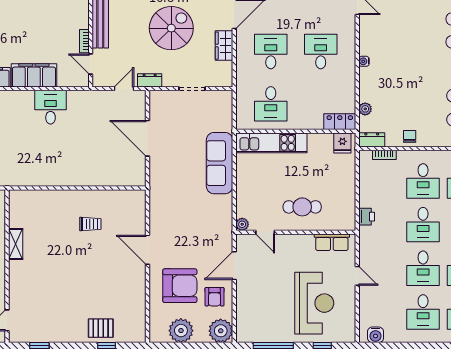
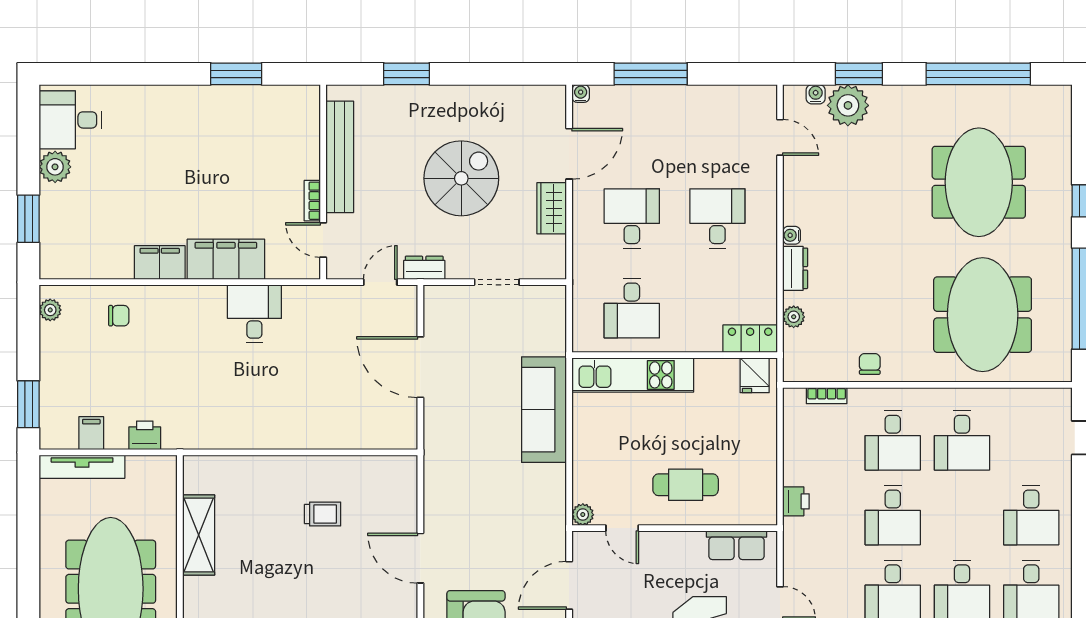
dresser: (372, 140) -> (795, 268), moved, turned 90
shelving: (16, 244) -> (199, 535), width x1.50, depth x1.33

